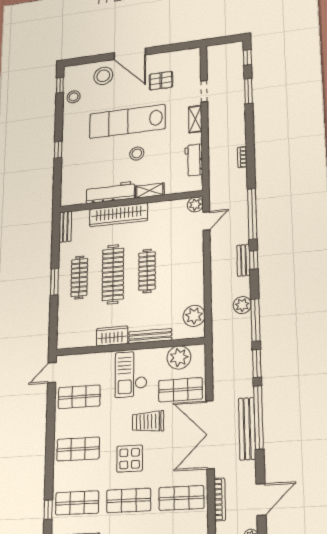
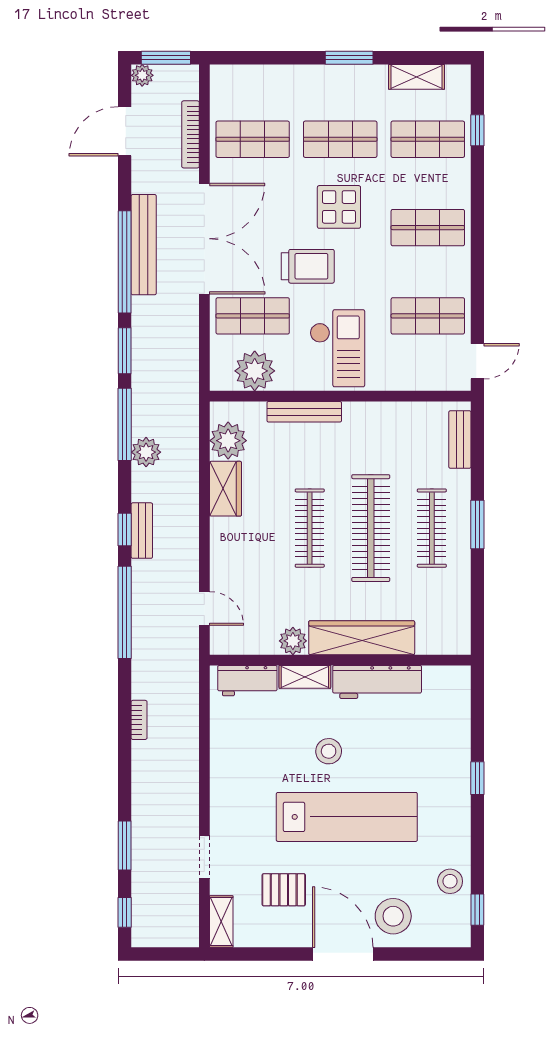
shelving: (195, 119) -> (221, 922), moved
workbench: (194, 160) -> (247, 681), moved, turned 90
plant: (195, 205) -> (293, 641), moved
door: (206, 221) -> (204, 608), swing flipped
bench: (65, 227) -> (460, 439), moved
wardrobe: (112, 336) -> (226, 489), moved, turned -90

